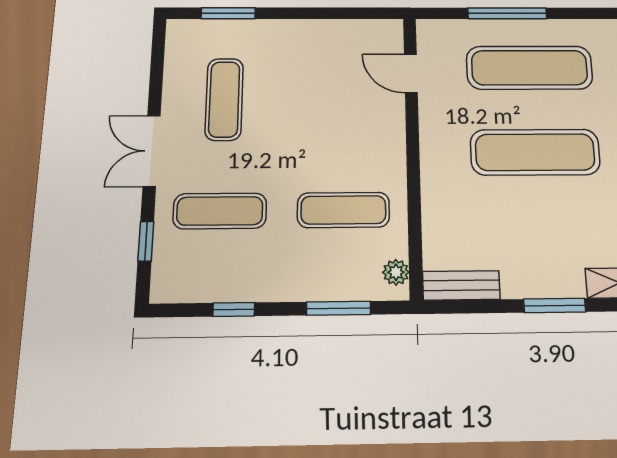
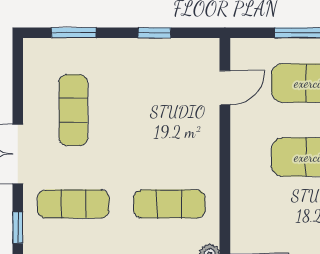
window: (325, 13) -> (154, 33), added
door: (411, 73) -> (225, 88), swing flipped

